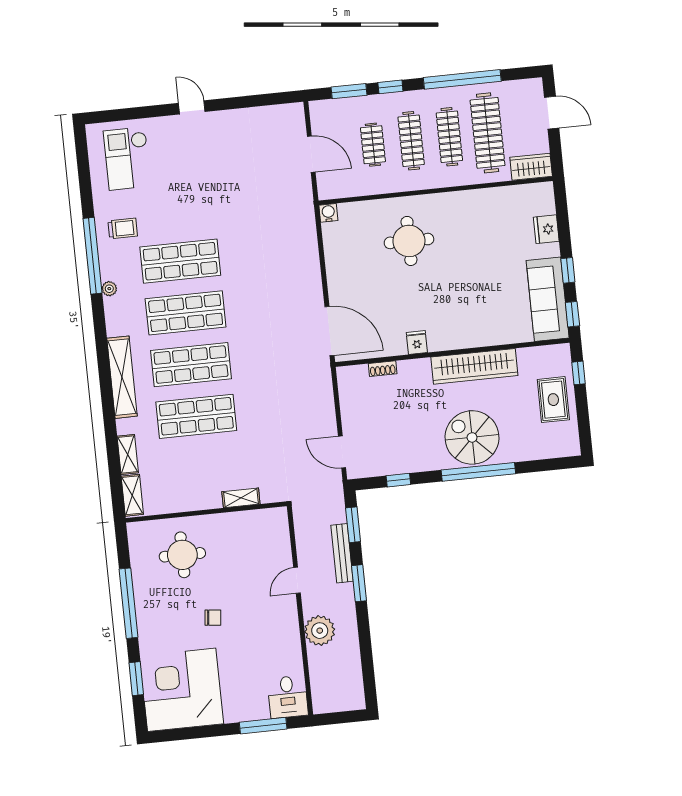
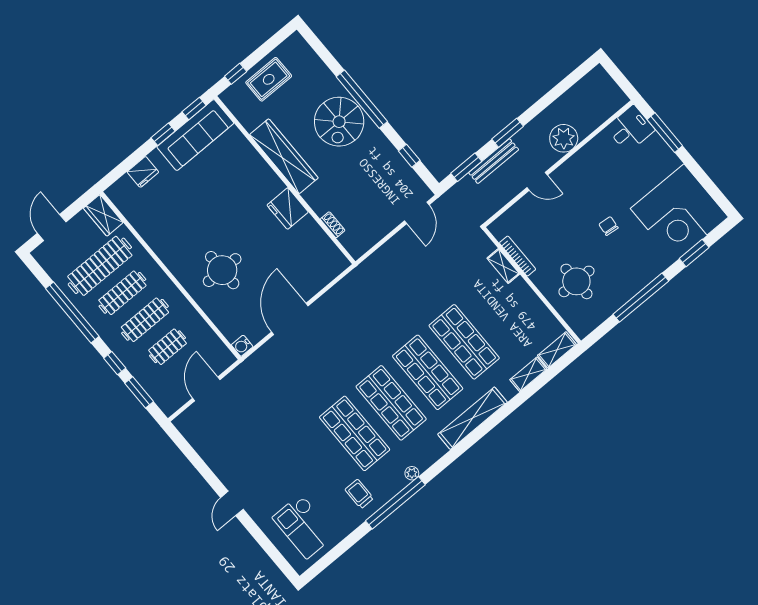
checkout: (127, 158) -> (304, 526), turned 90
door: (329, 331) -> (290, 319), moved
fridge: (417, 342) -> (288, 209), width x1.88, depth x1.34
bookcase: (241, 517) -> (518, 256), added

